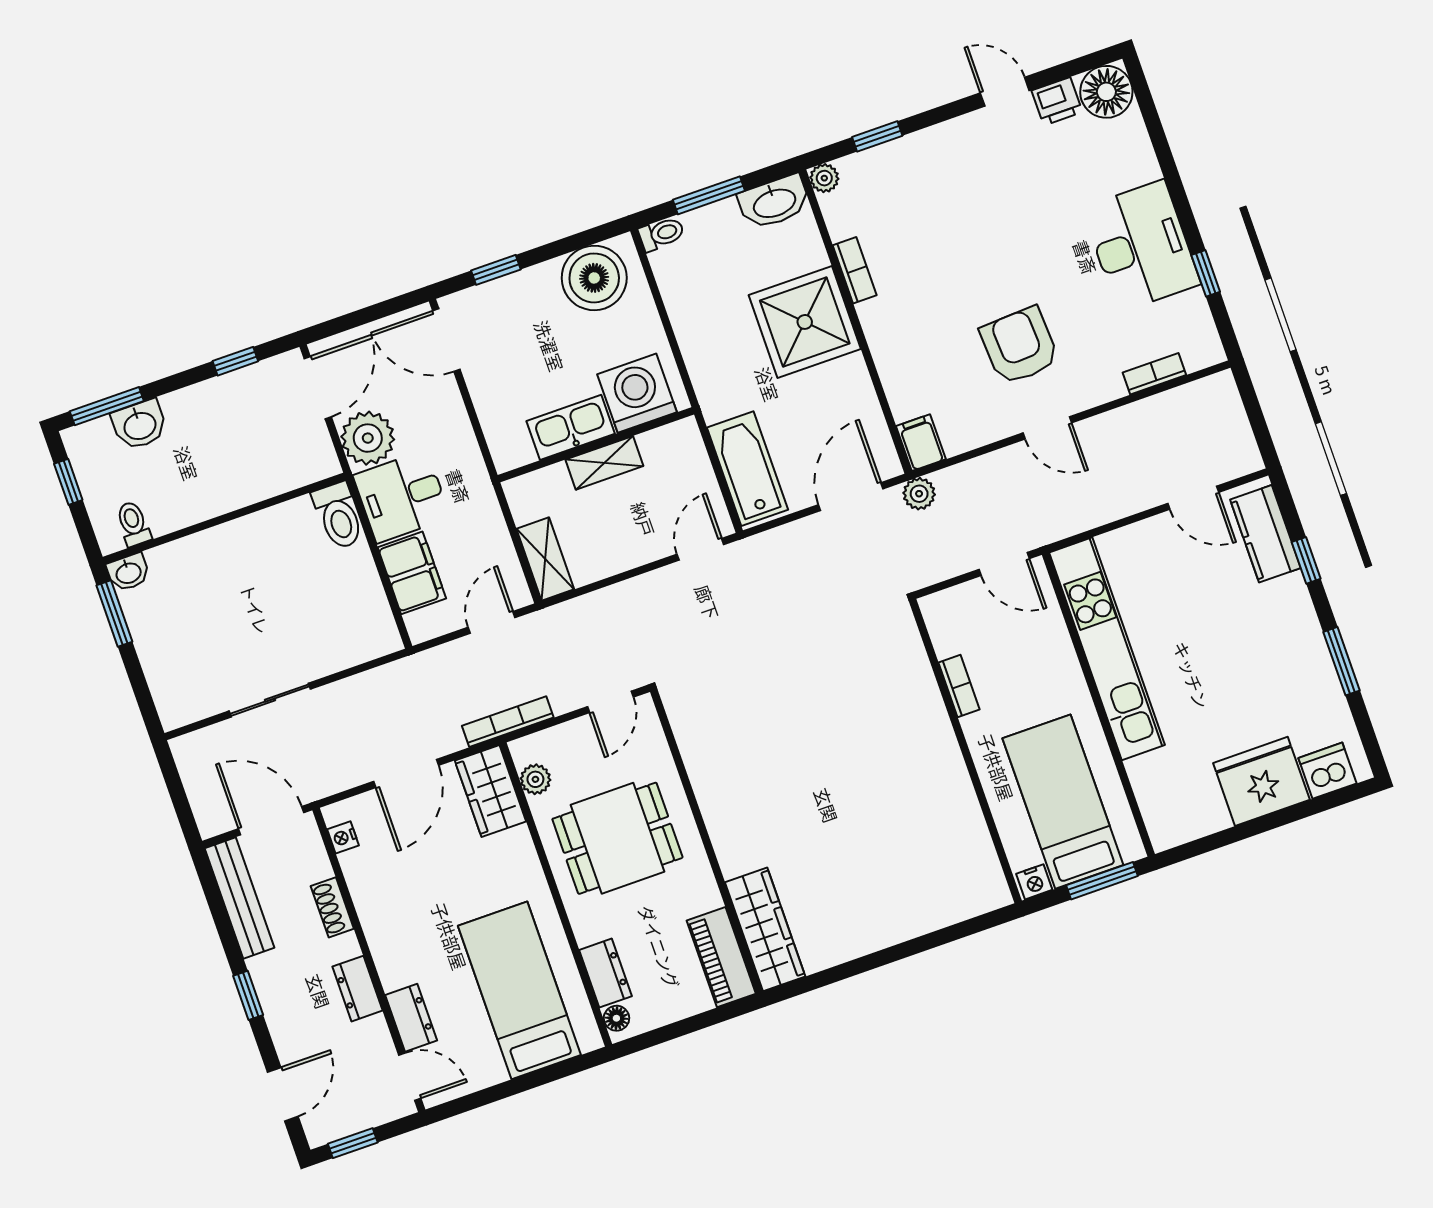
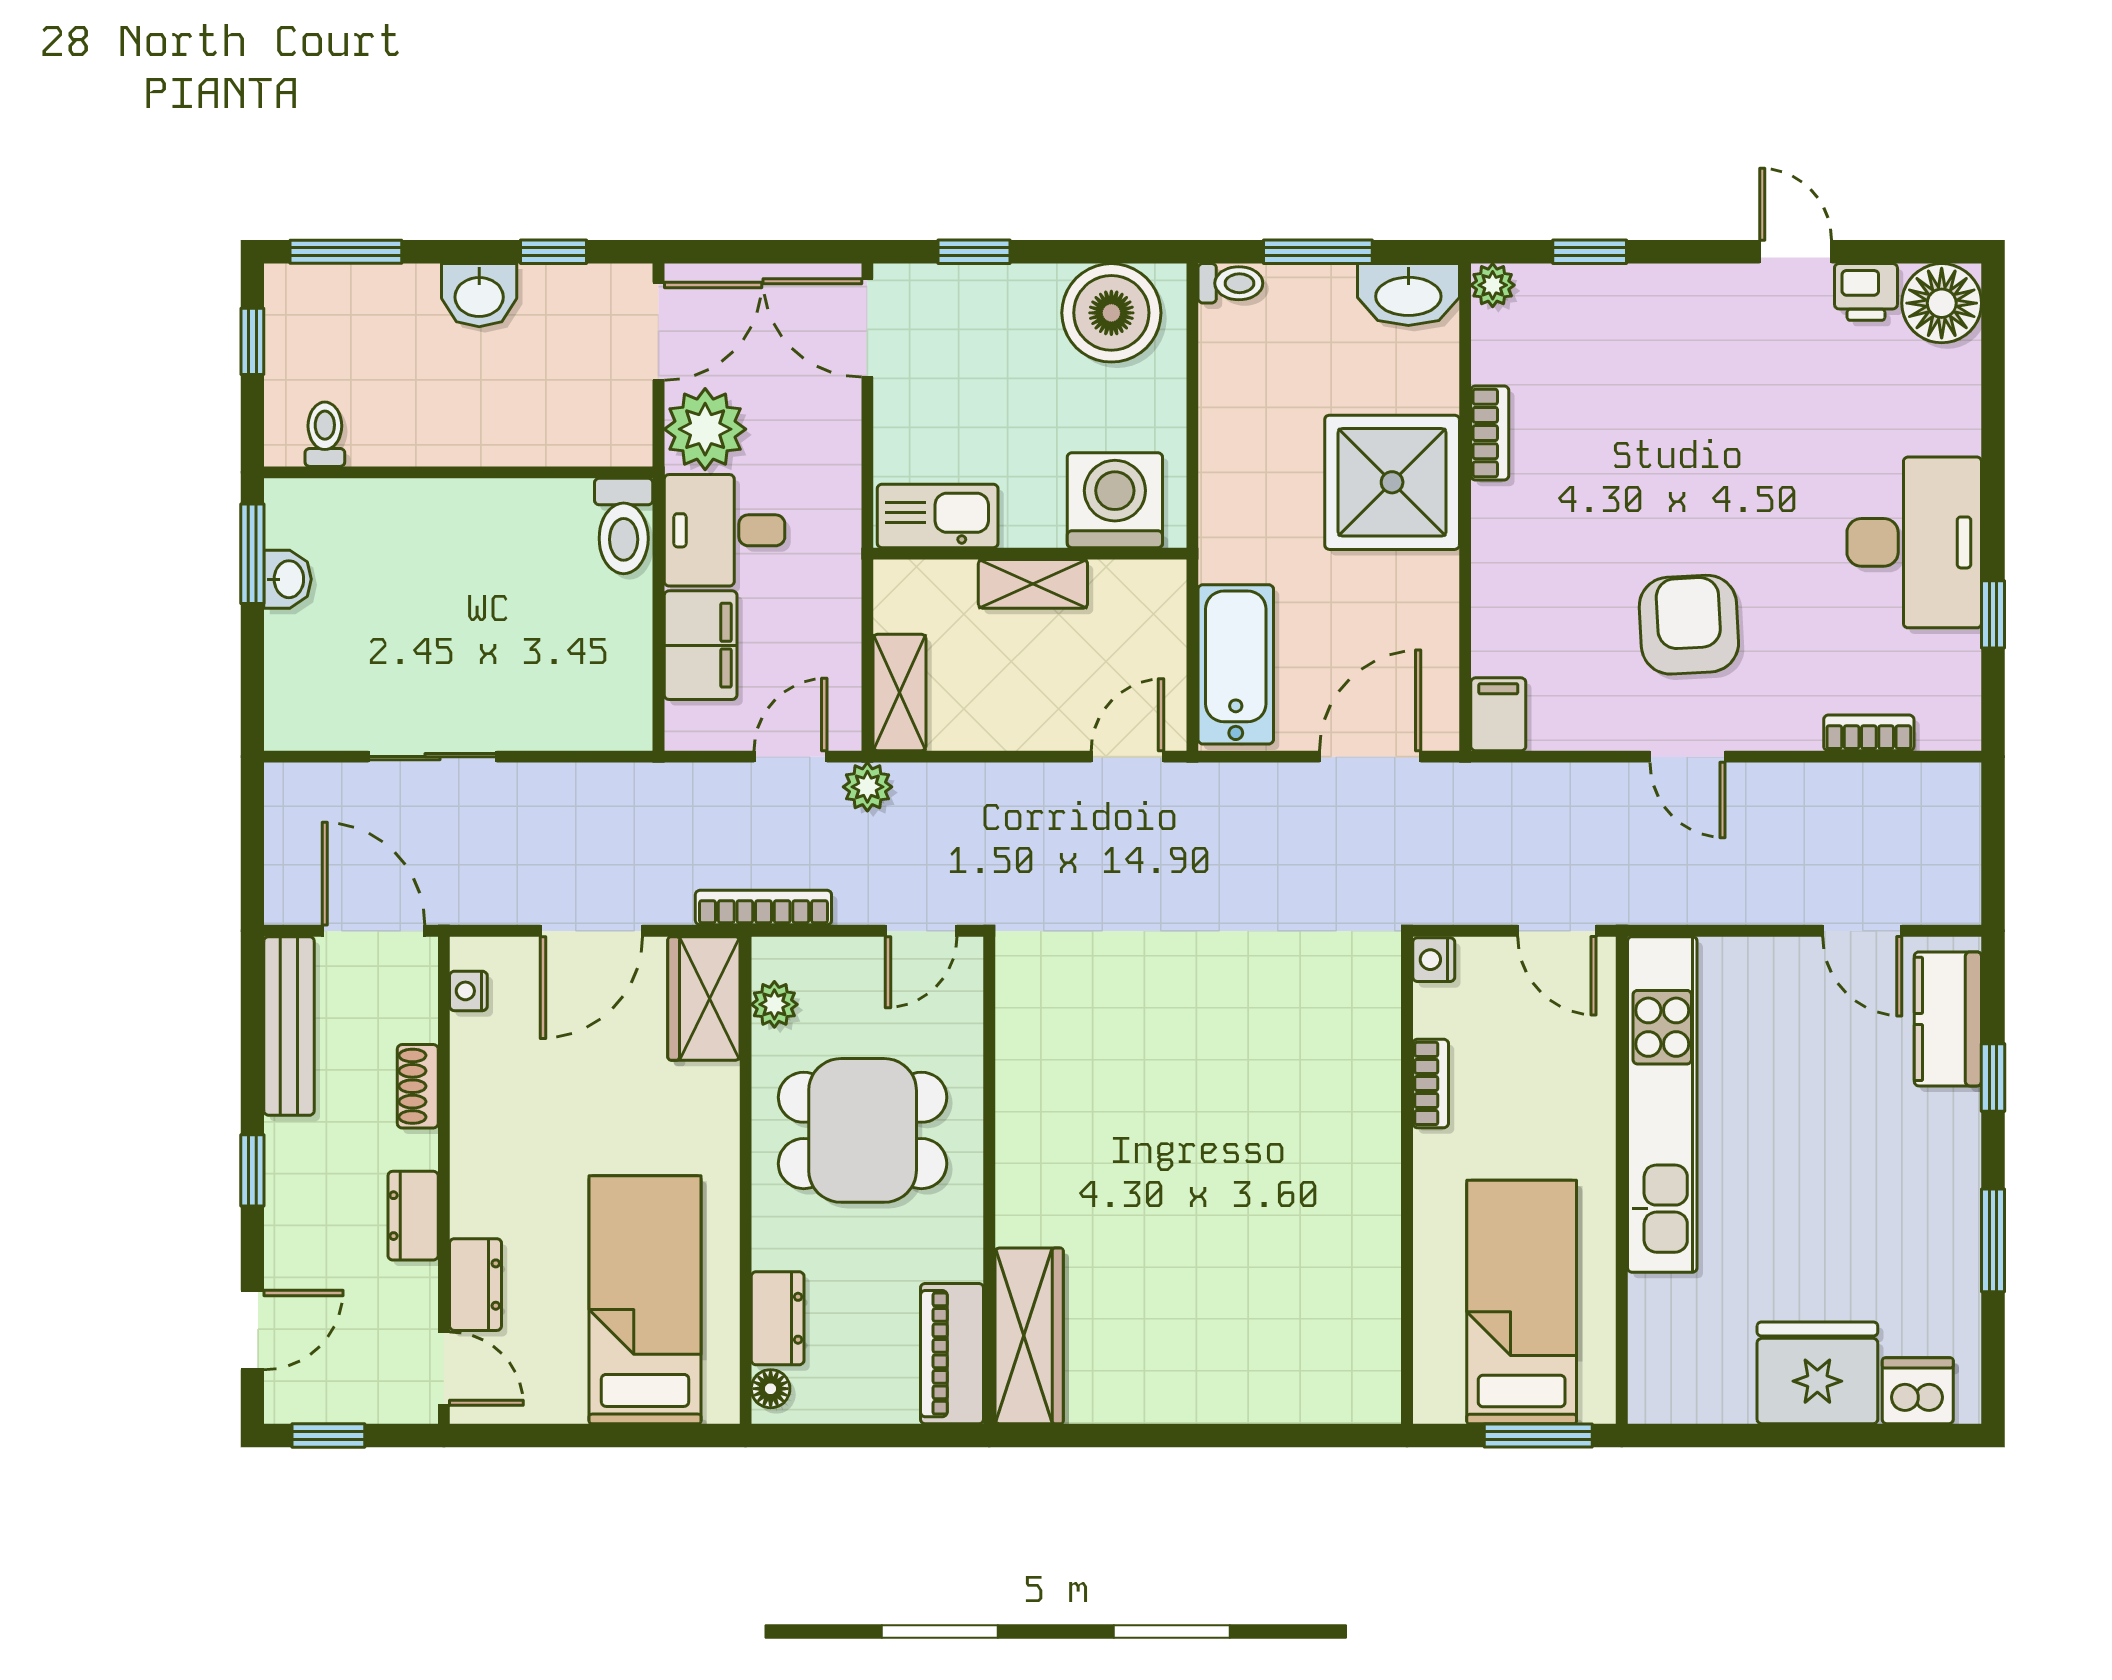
washbasin: (140, 425) -> (479, 295), moved
kitchen sink: (571, 427) -> (938, 516), moved
plant: (919, 494) -> (867, 787), moved
washbasin: (128, 572) -> (287, 579), moved, turned -90
nightstand: (1034, 882) -> (1434, 960), moved, turned 90

